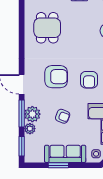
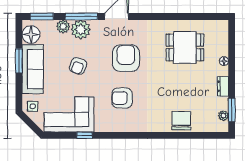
armchair: (56, 77) -> (126, 58), turned 180
floor lamp: (37, 155) -> (31, 35), added

